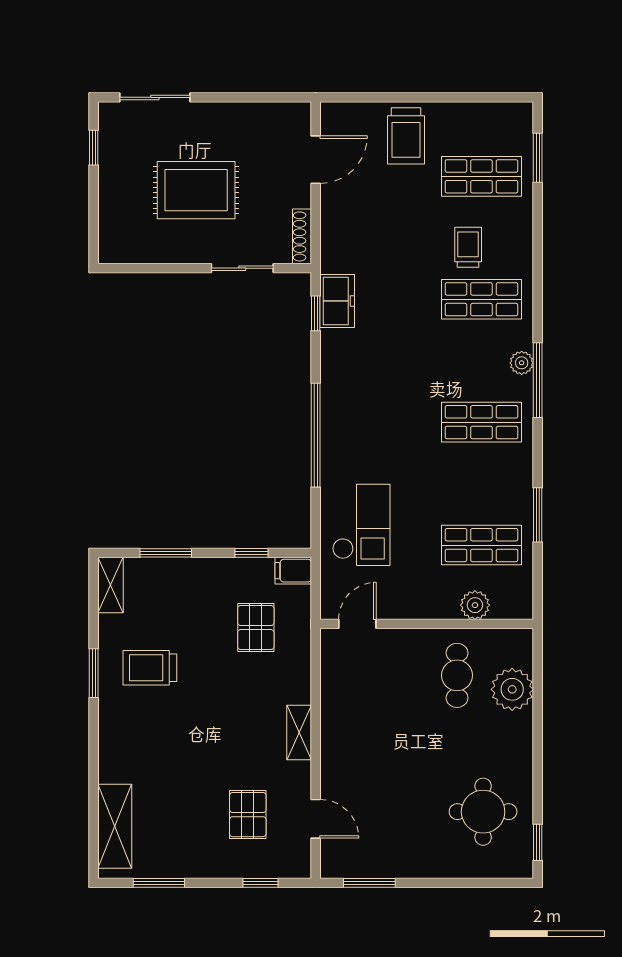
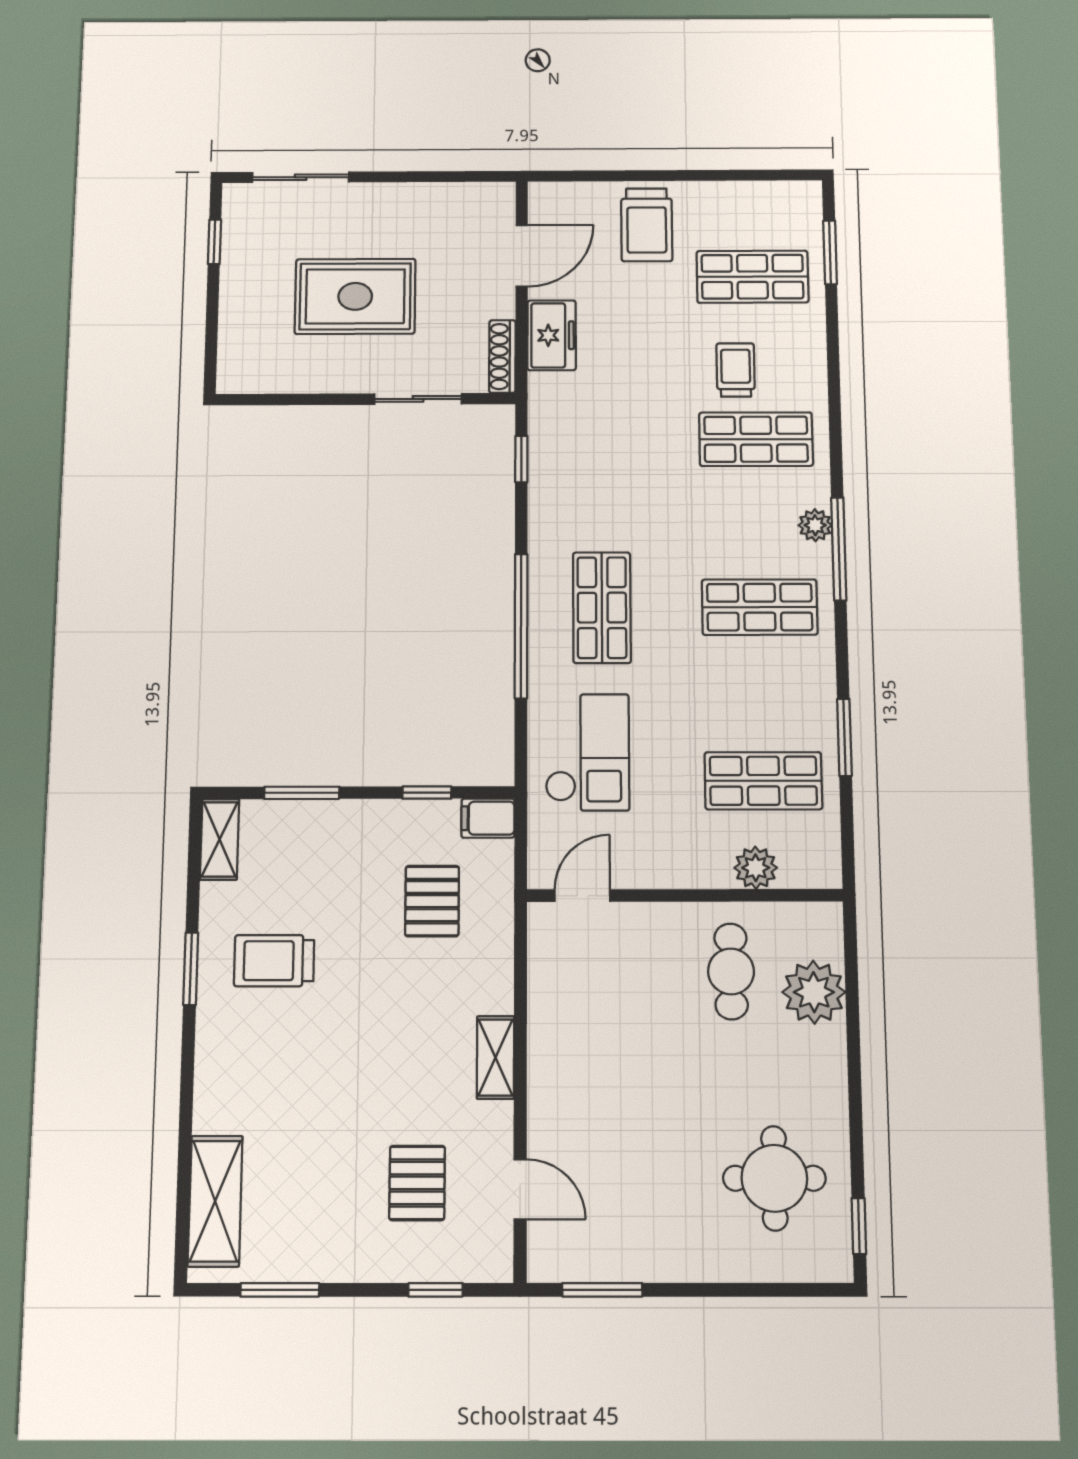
freezer: (337, 301) -> (552, 335), moved
shop shelf: (372, 422) -> (602, 608), added

